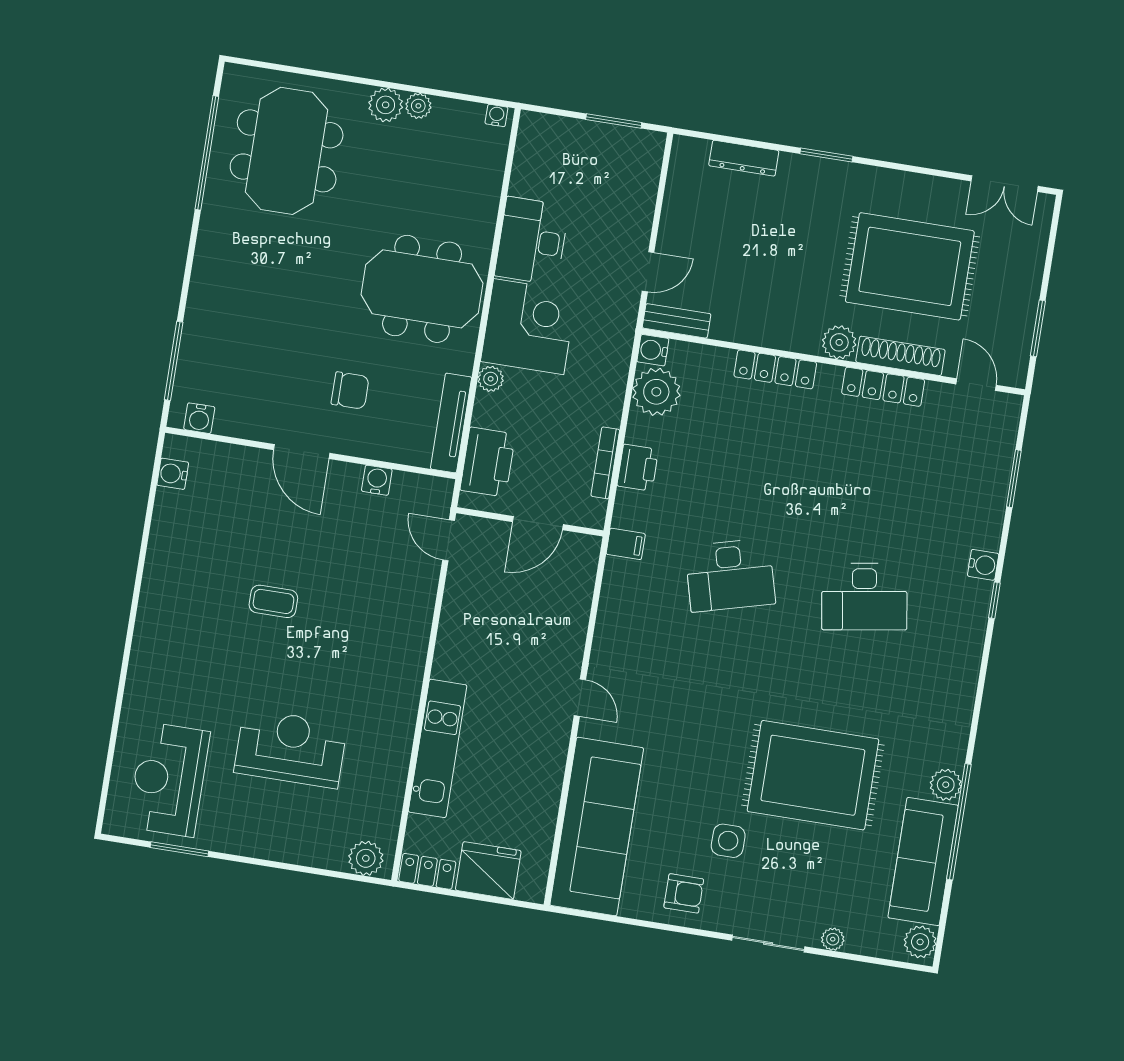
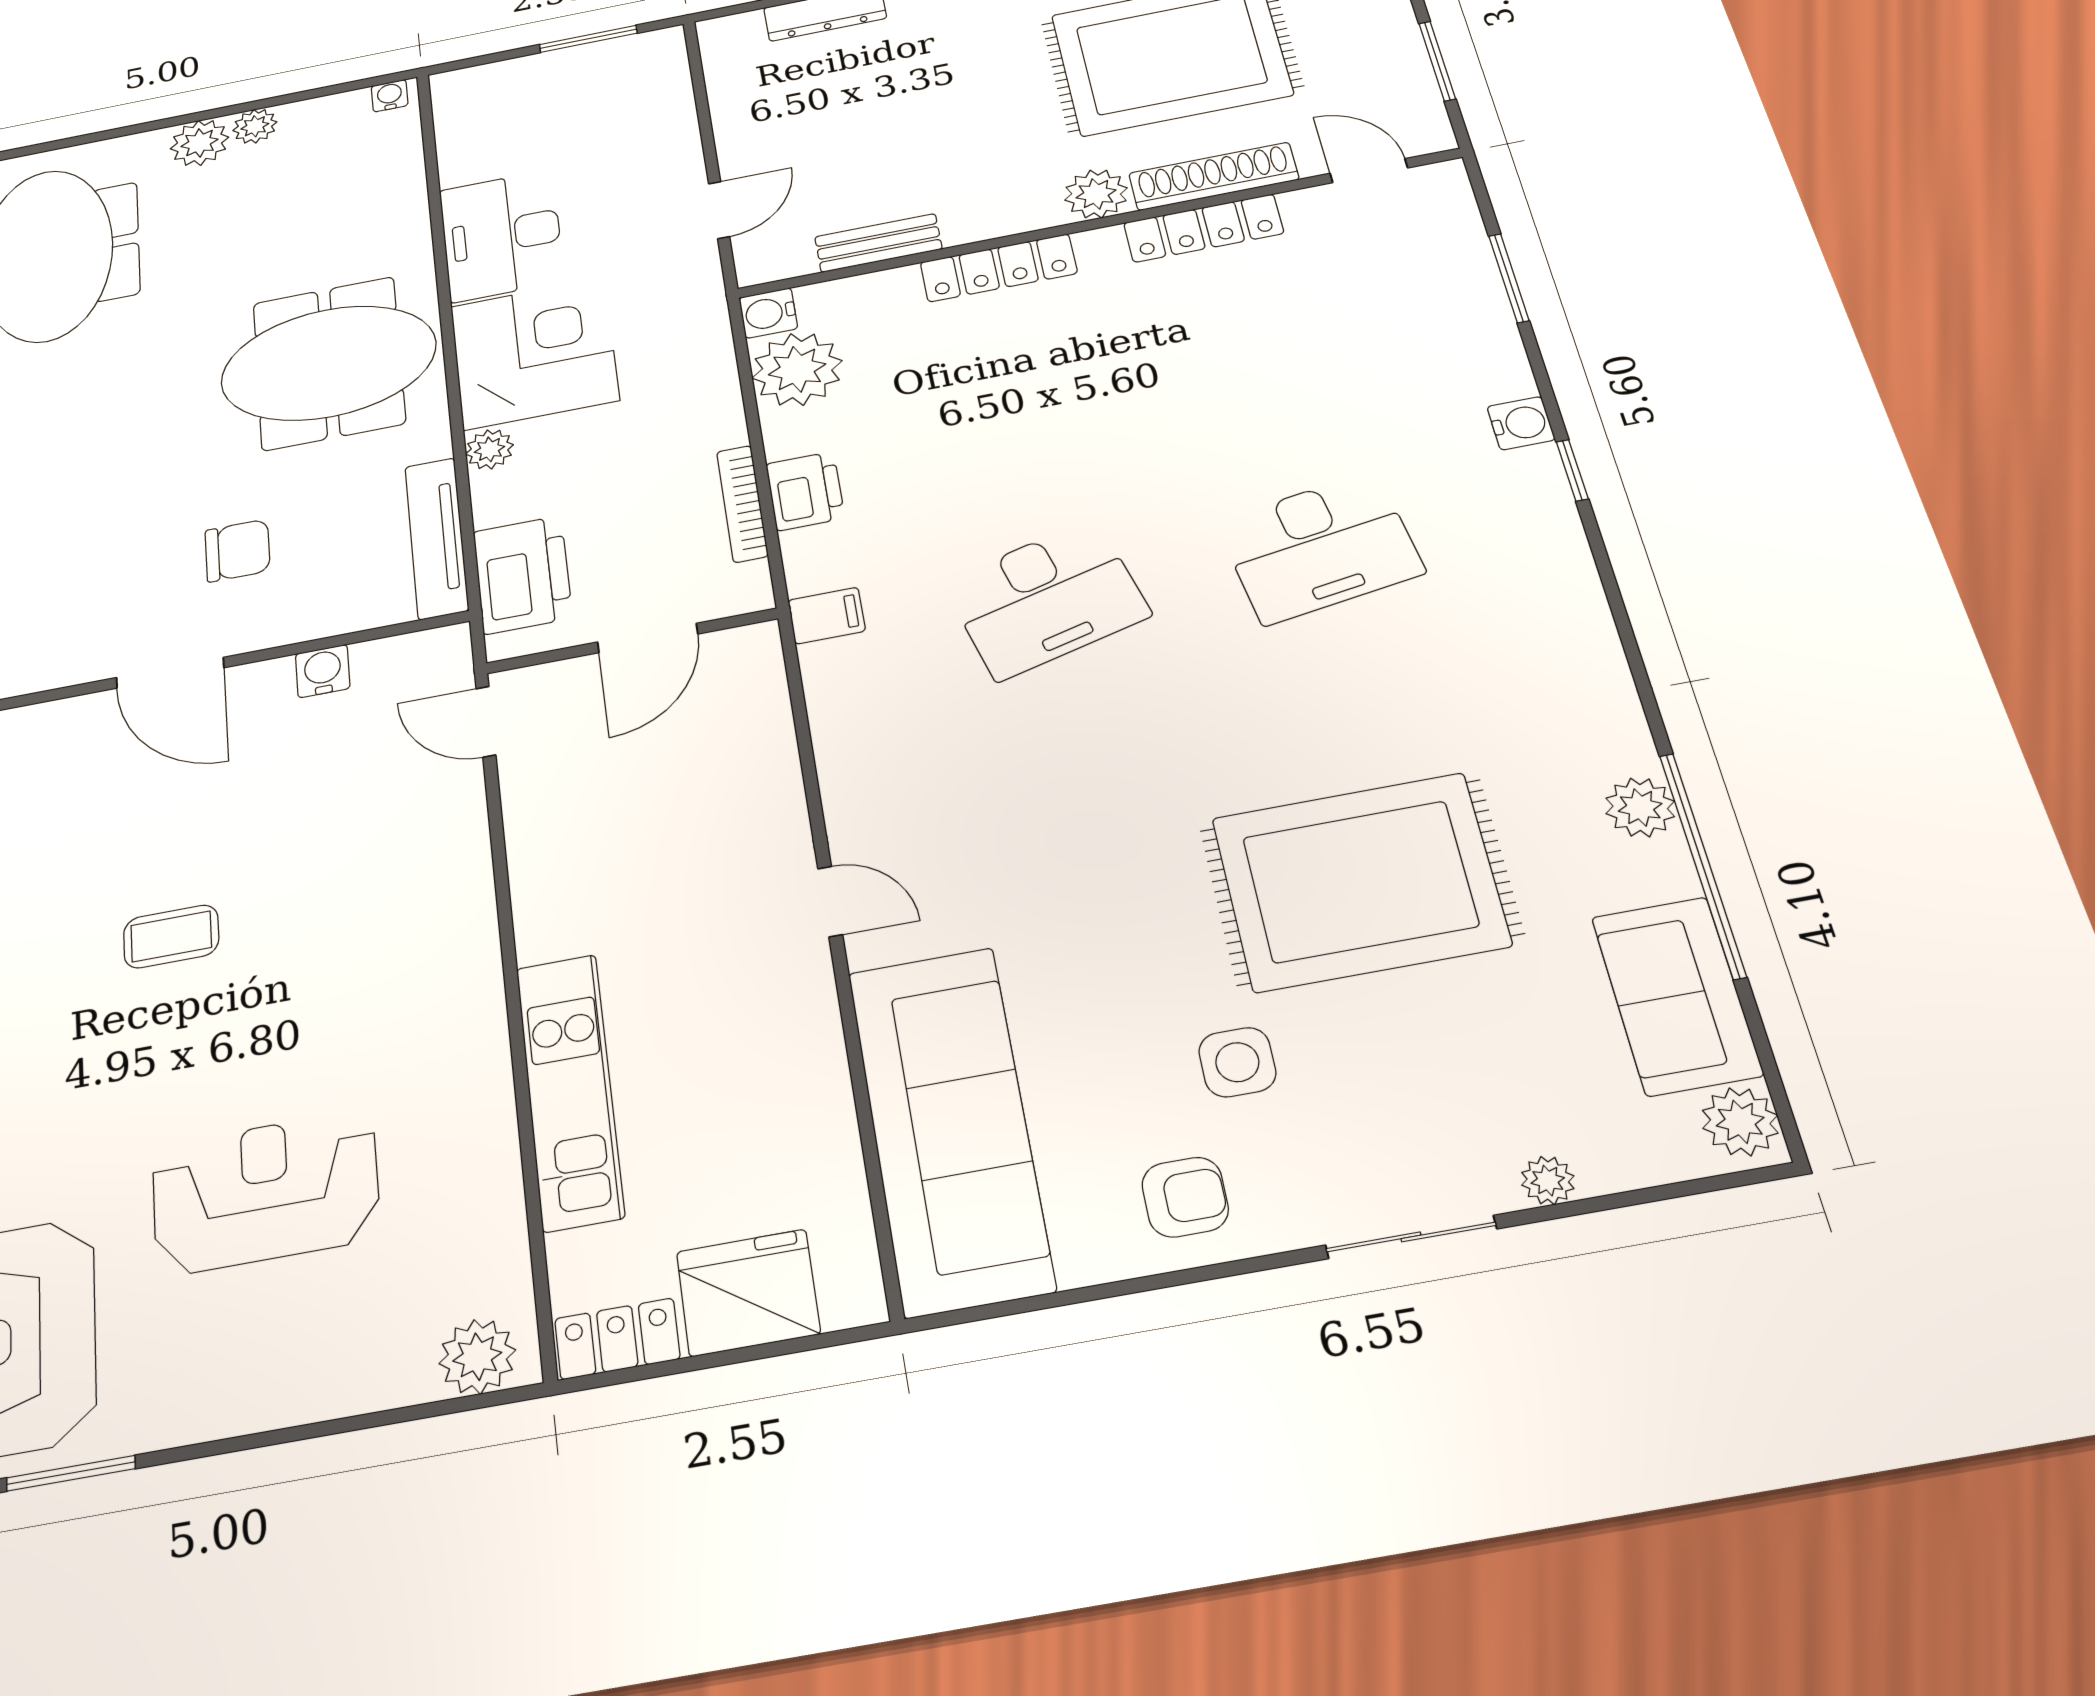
bench: (677, 321) -> (878, 243), moved
sofa: (923, 862) -> (1677, 996), width x0.73

